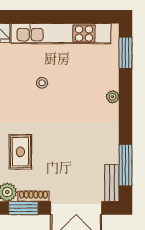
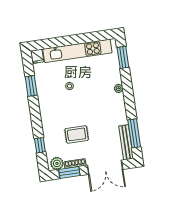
rug: (20, 152) -> (77, 134), moved, turned 90
bench: (112, 183) -> (126, 142), width x1.36

